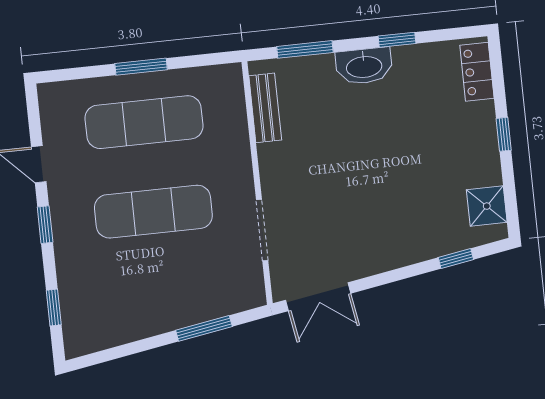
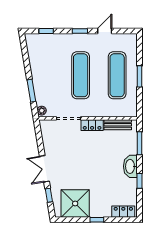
locker: (273, 171) -> (92, 125), added
shower: (487, 206) -> (75, 204), width x1.86, depth x1.86
double door: (318, 297) -> (44, 169), moved
plant: (250, 298) -> (42, 111), added

